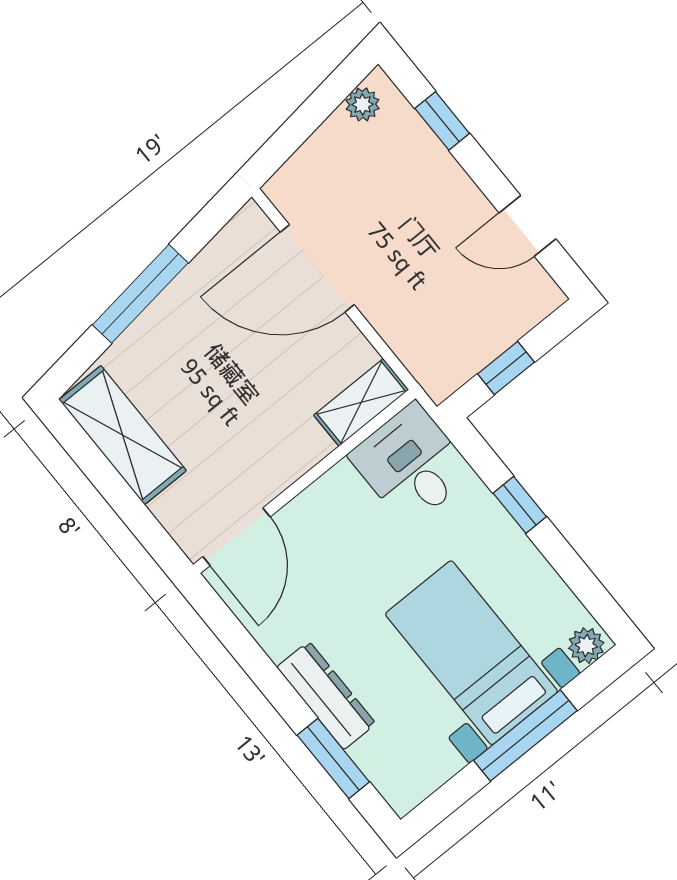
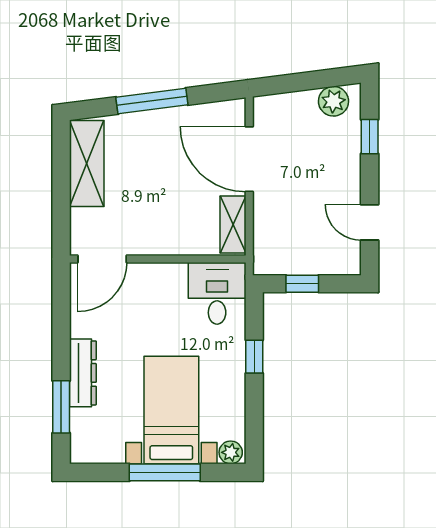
plant: (363, 104) -> (333, 101), width x1.38, depth x1.38
shelving: (361, 402) -> (233, 224), moved, turned 90

